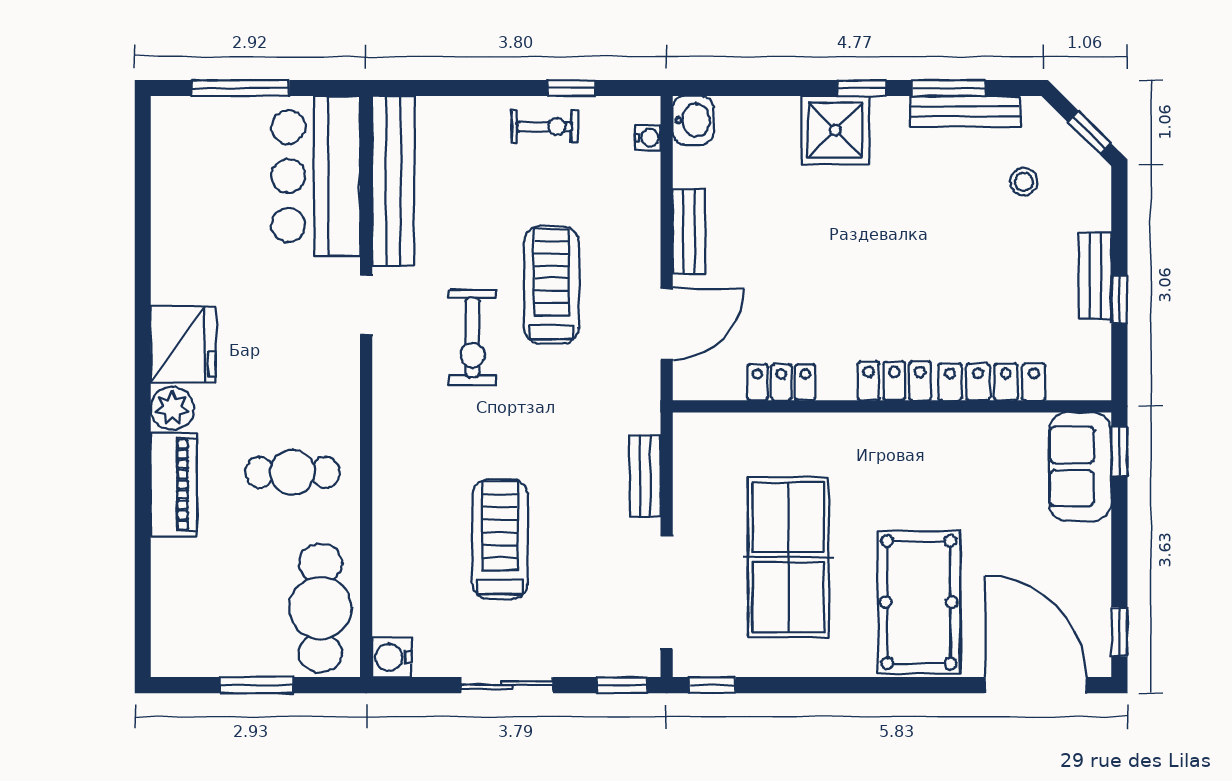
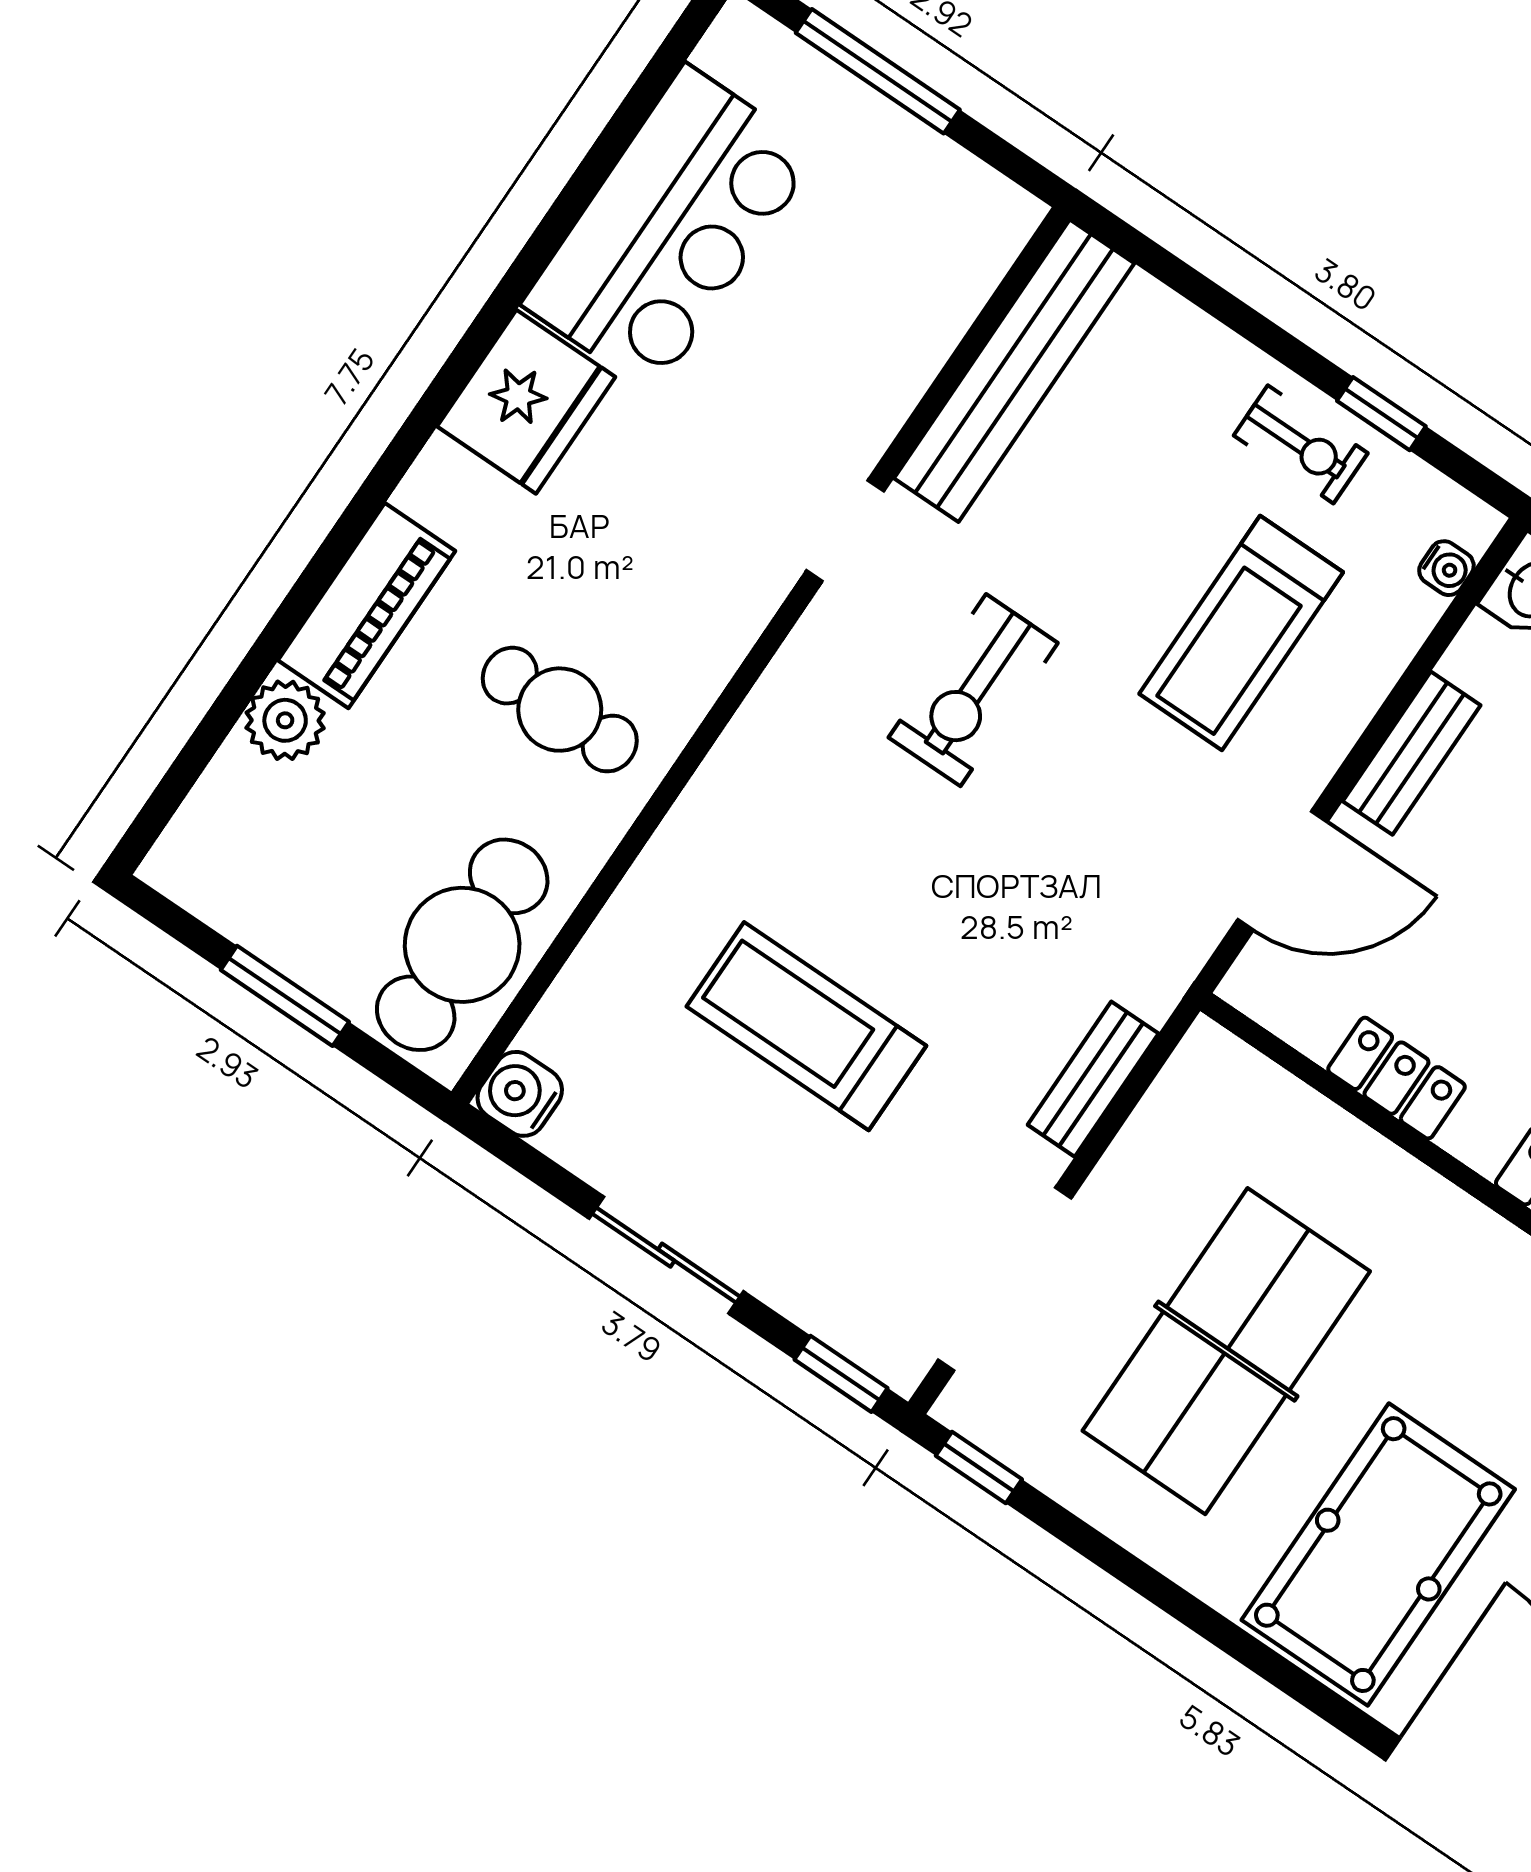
bar counter: (316, 176) -> (670, 229), moved, turned 180
treadmill: (551, 285) -> (1241, 633), moved, turned 180
plant: (172, 408) -> (285, 720), moved
treadmill: (500, 539) -> (806, 1026), turned -90

